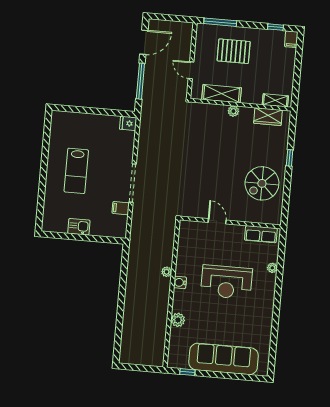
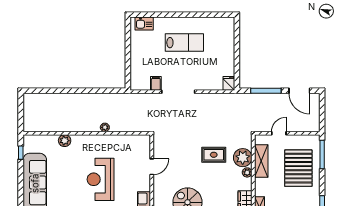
pallet: (234, 51) -> (298, 168), width x1.37, depth x1.41
plant: (216, 115) -> (243, 158), added
rug: (209, 148) -> (214, 155), added
lab bench: (76, 171) -> (184, 43), turned 180
kitchen sink: (79, 227) -> (144, 24), moved, turned 90
water cooler: (180, 282) -> (97, 140), removed

